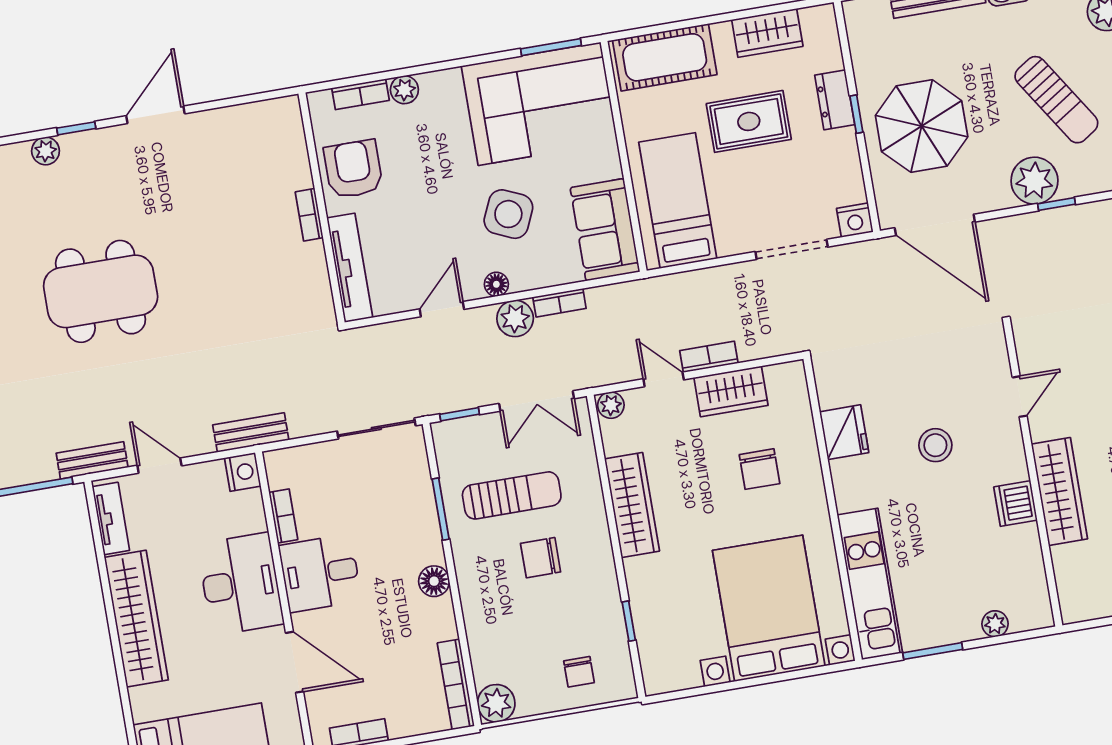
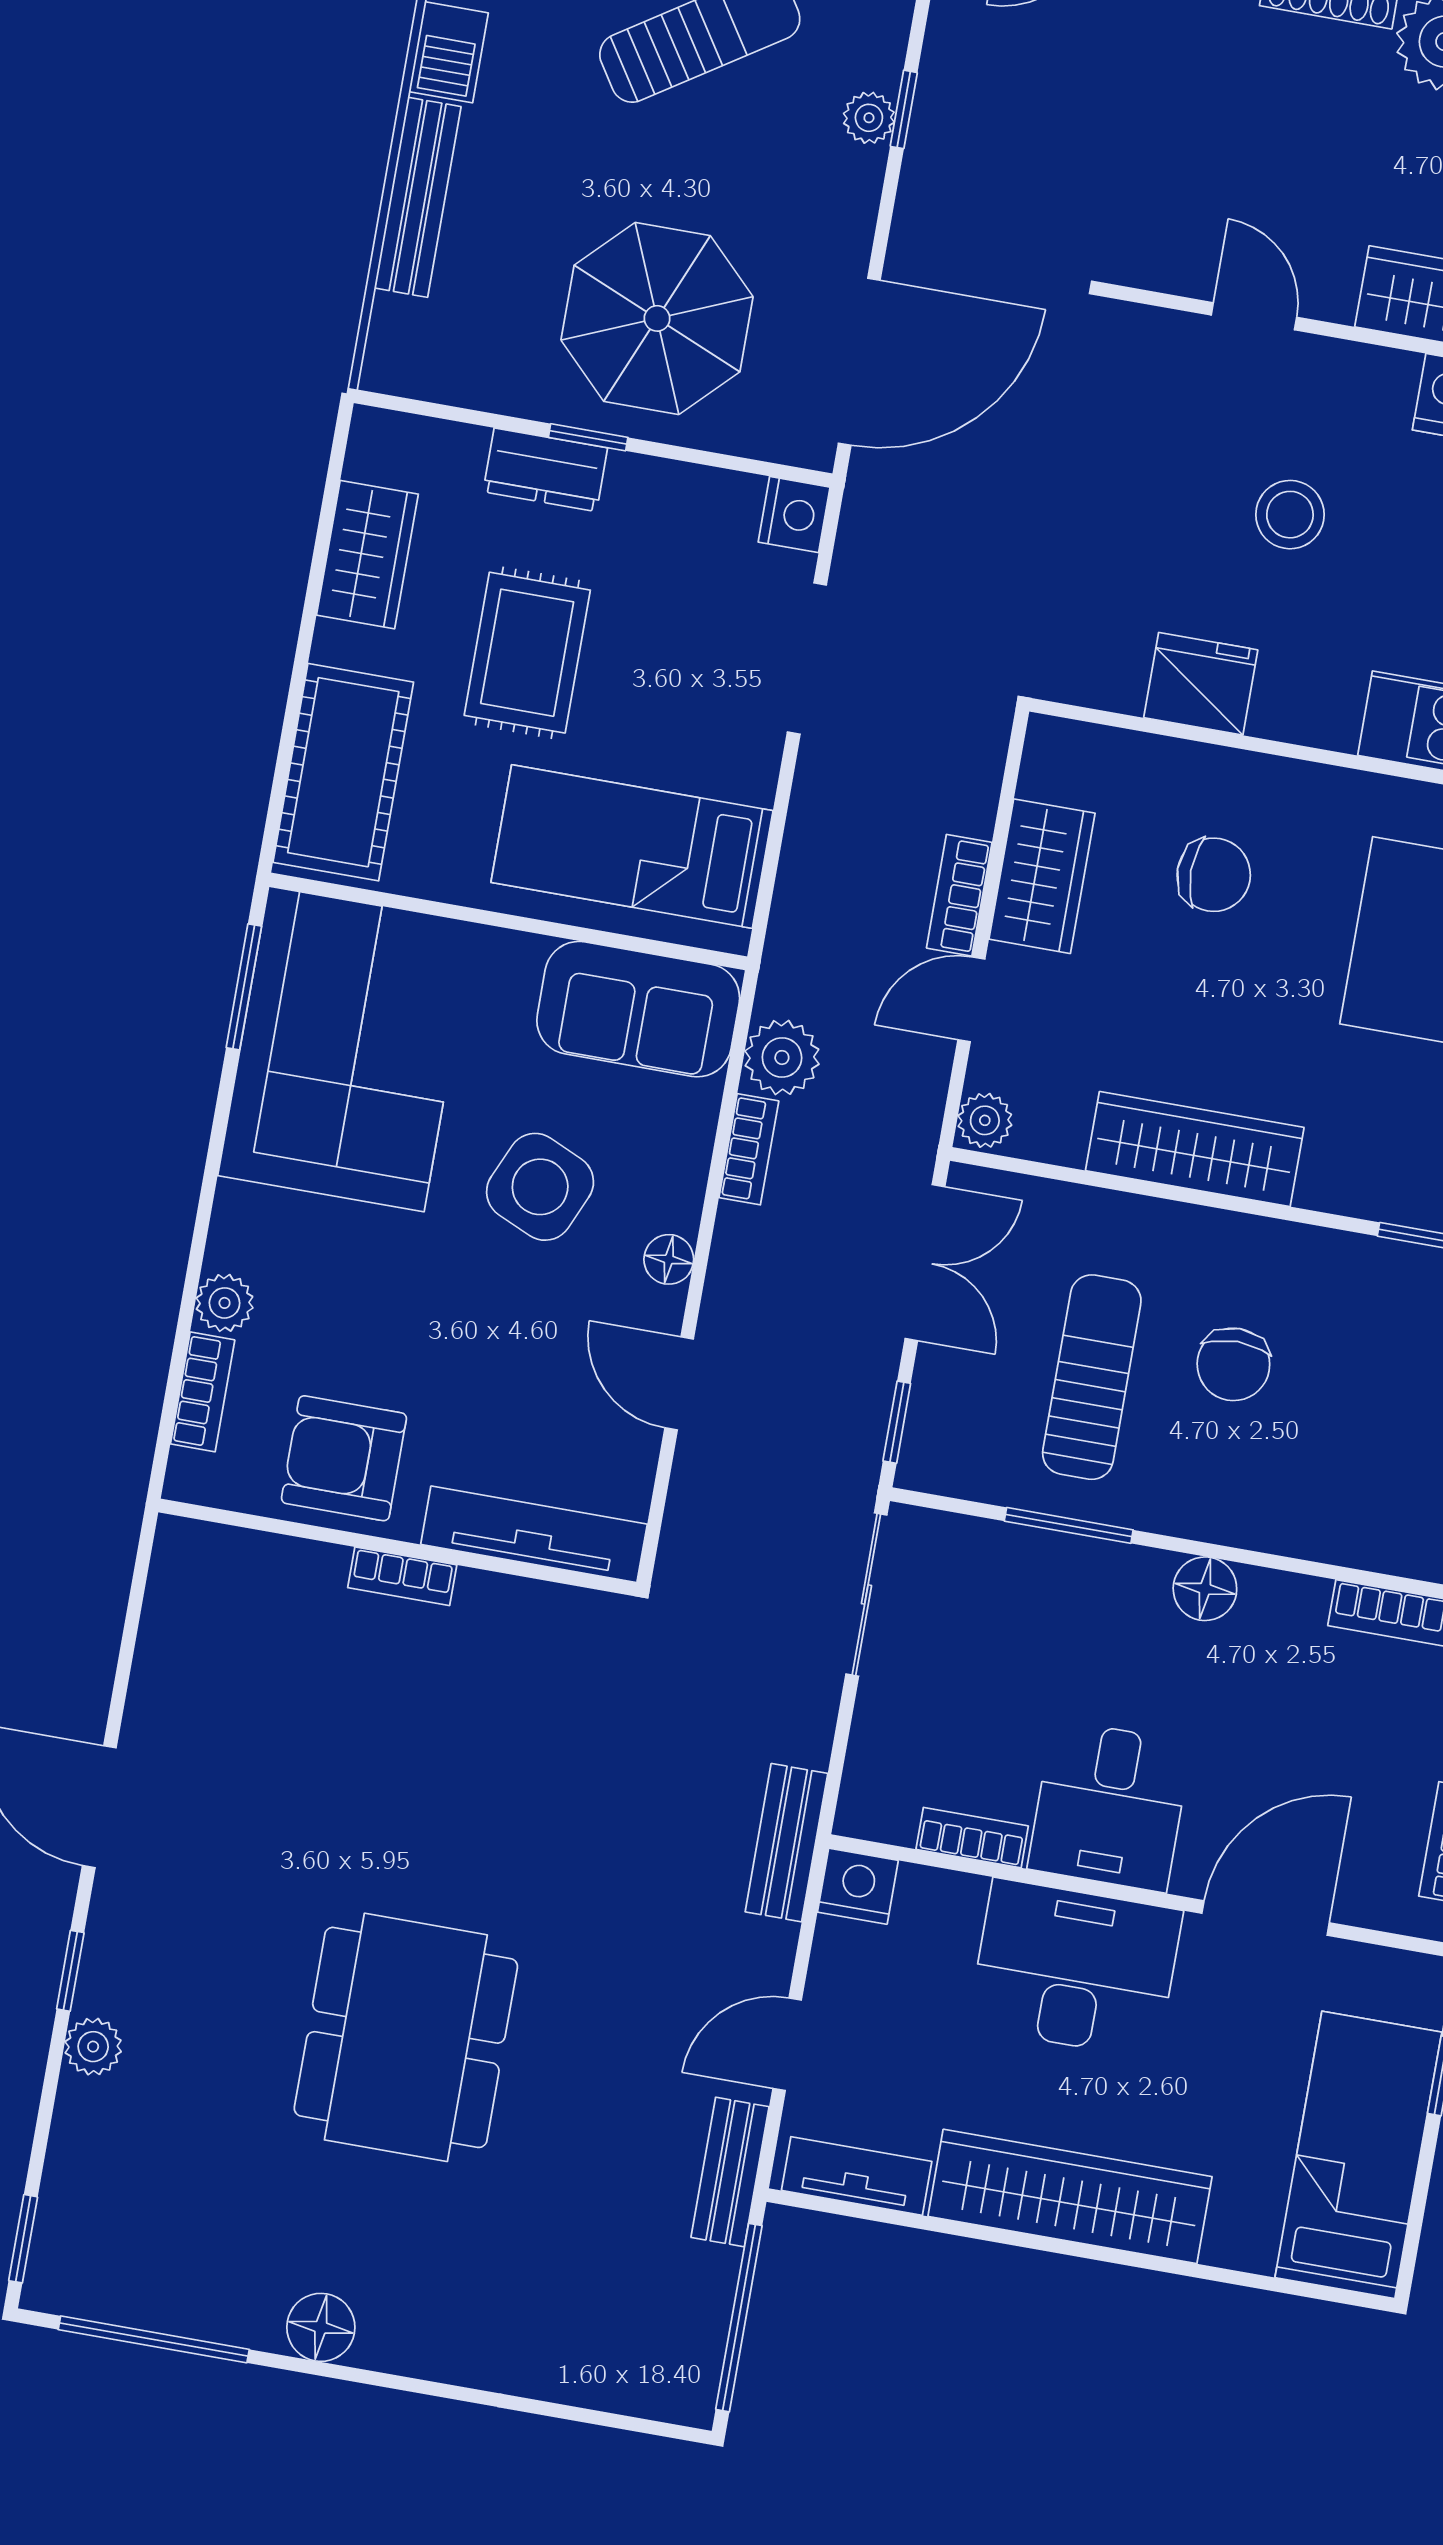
plant: (1034, 181) -> (869, 118), width x0.53, depth x0.53
plant: (515, 318) -> (782, 1057), moved

